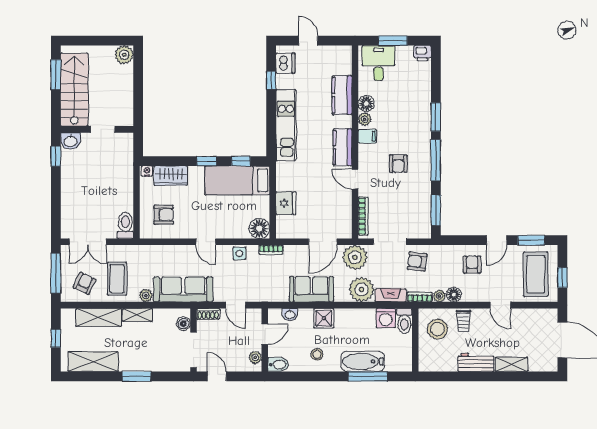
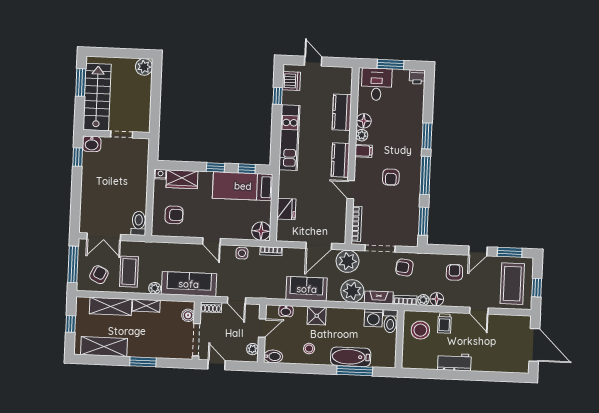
shelving: (511, 364) -> (487, 365), removed

